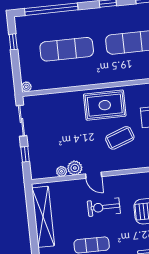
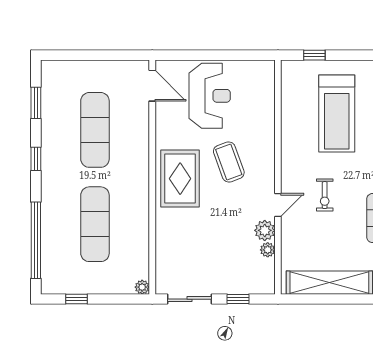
exercise bike: (104, 207) -> (325, 195), width x0.73, depth x0.72

